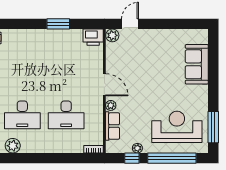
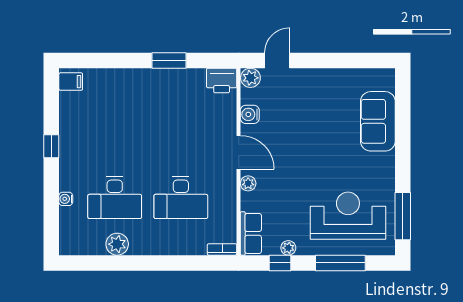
water cooler: (112, 60) -> (250, 114), added
row of seats: (113, 126) -> (251, 233), moved
plant: (13, 146) -> (117, 244), moved
window: (172, 158) -> (340, 263), width x0.68

